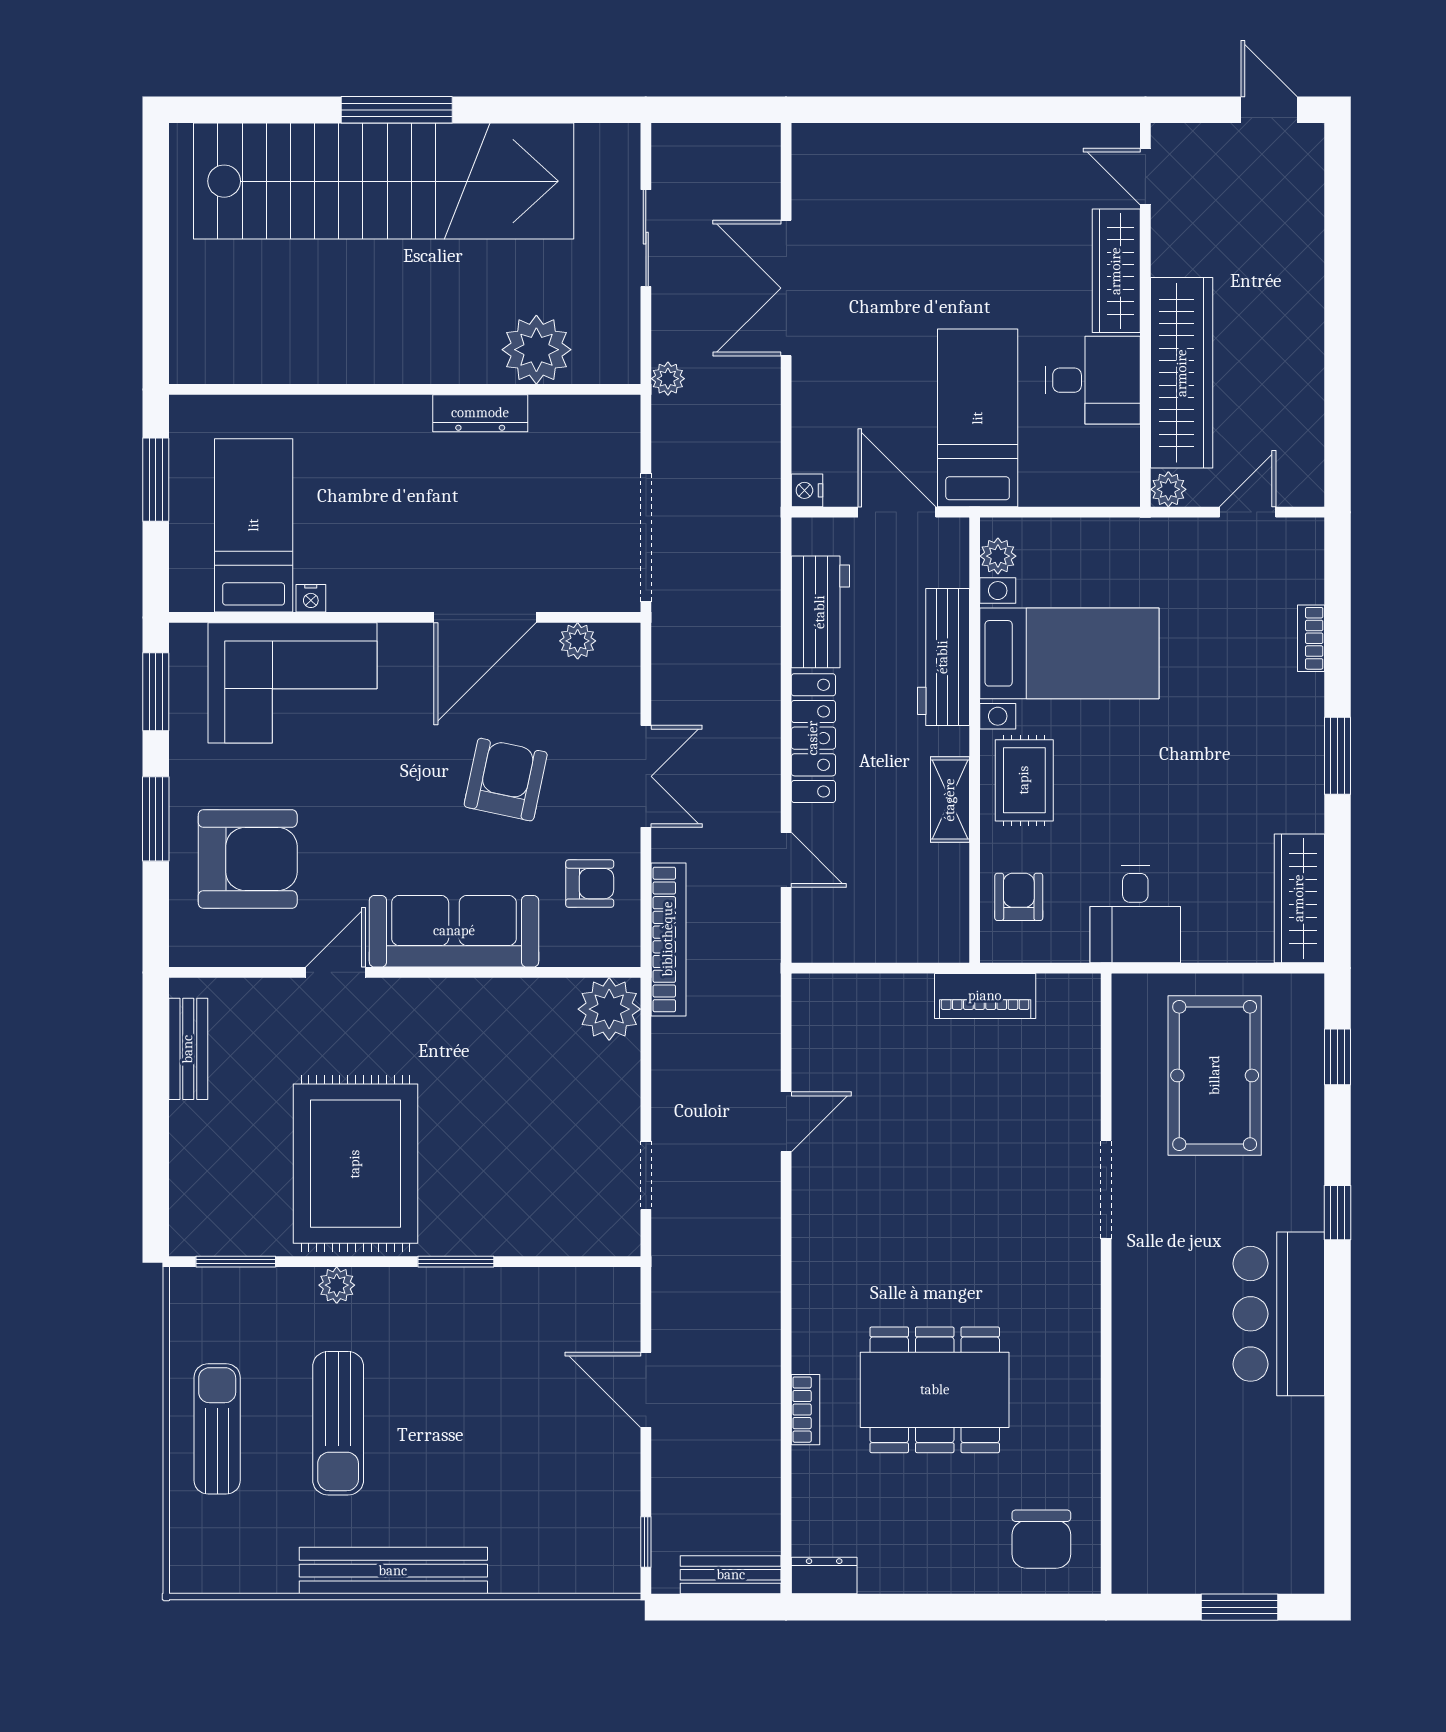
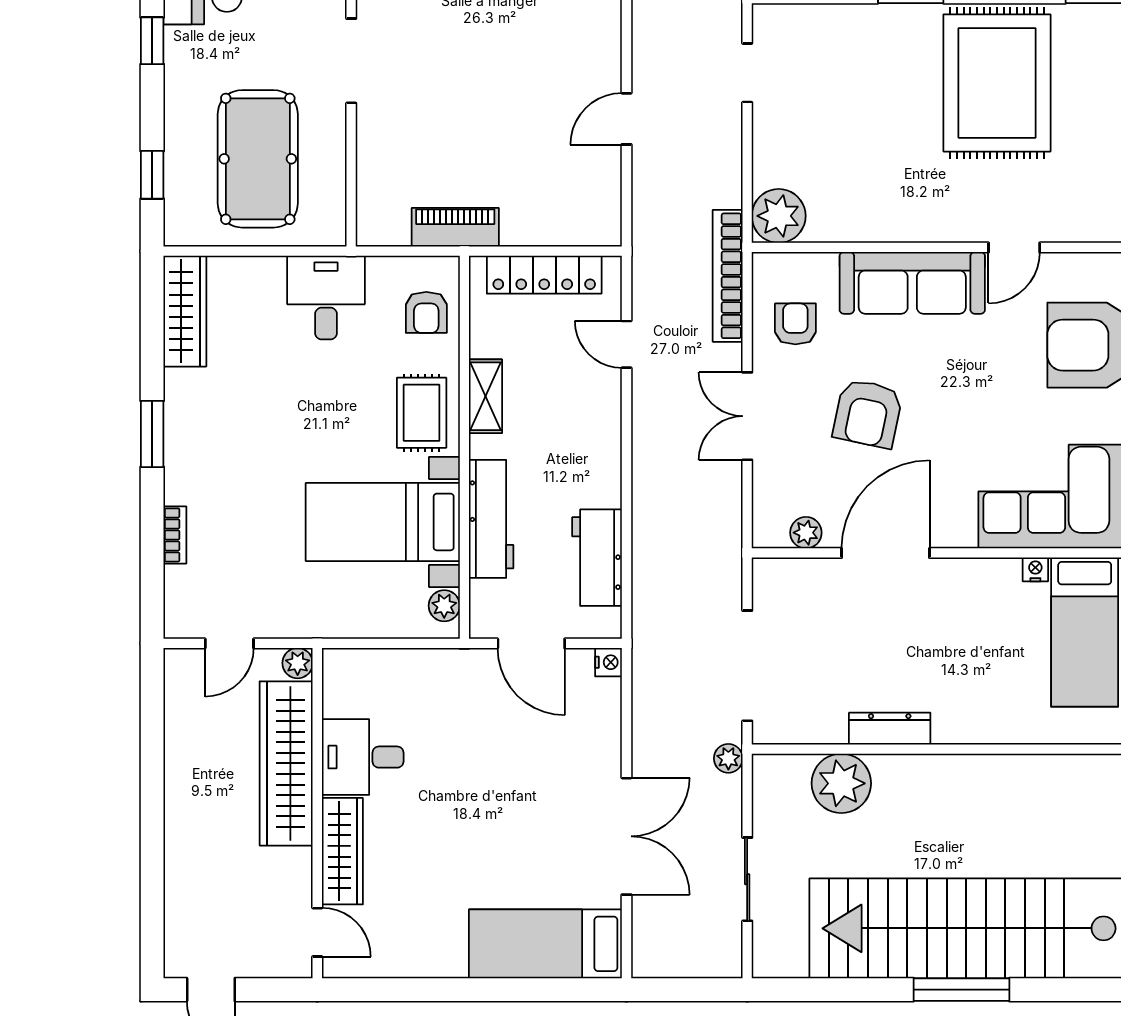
bed: (978, 418) -> (545, 944), moved, turned 90
doorway: (646, 538) -> (747, 666), moved
locker: (813, 738) -> (544, 275), moved, turned -90
armchair: (590, 884) -> (795, 324), turned 90

